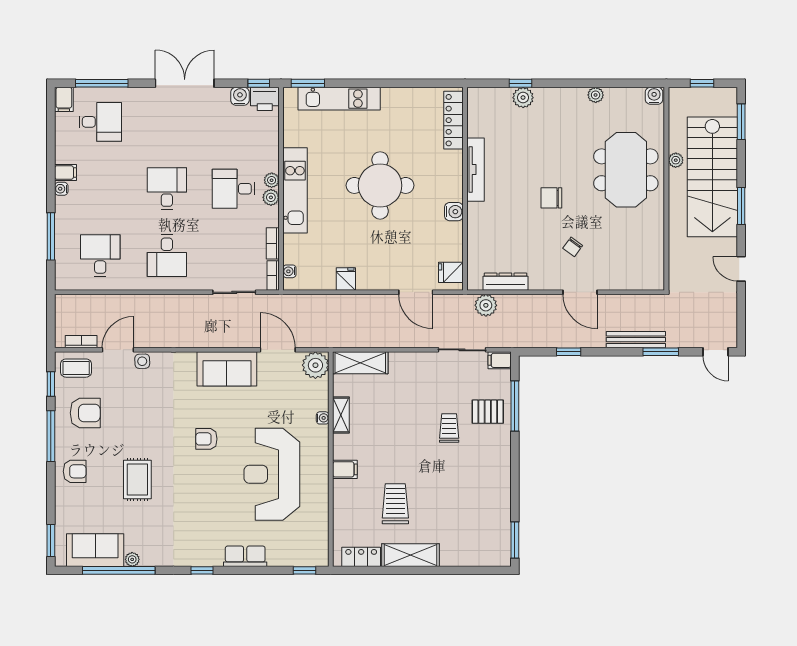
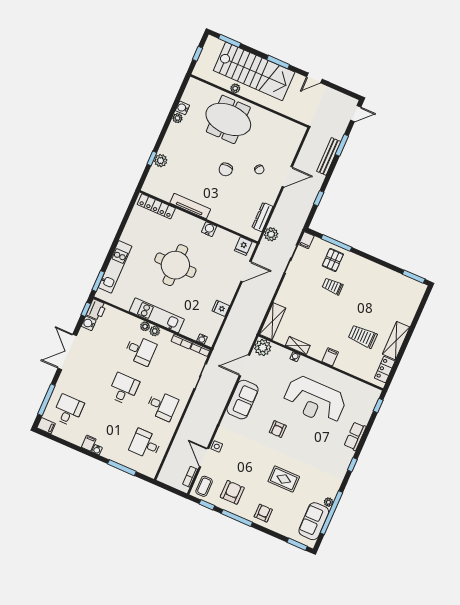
water cooler: (654, 96) -> (182, 108), moved
desk: (167, 189) -> (124, 389), turned 90
desk: (234, 189) -> (140, 350), turned -90

